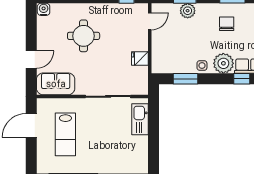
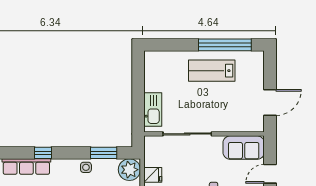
plant: (223, 63) -> (129, 170), moved
lab bench: (65, 134) -> (212, 71), moved, turned -90

